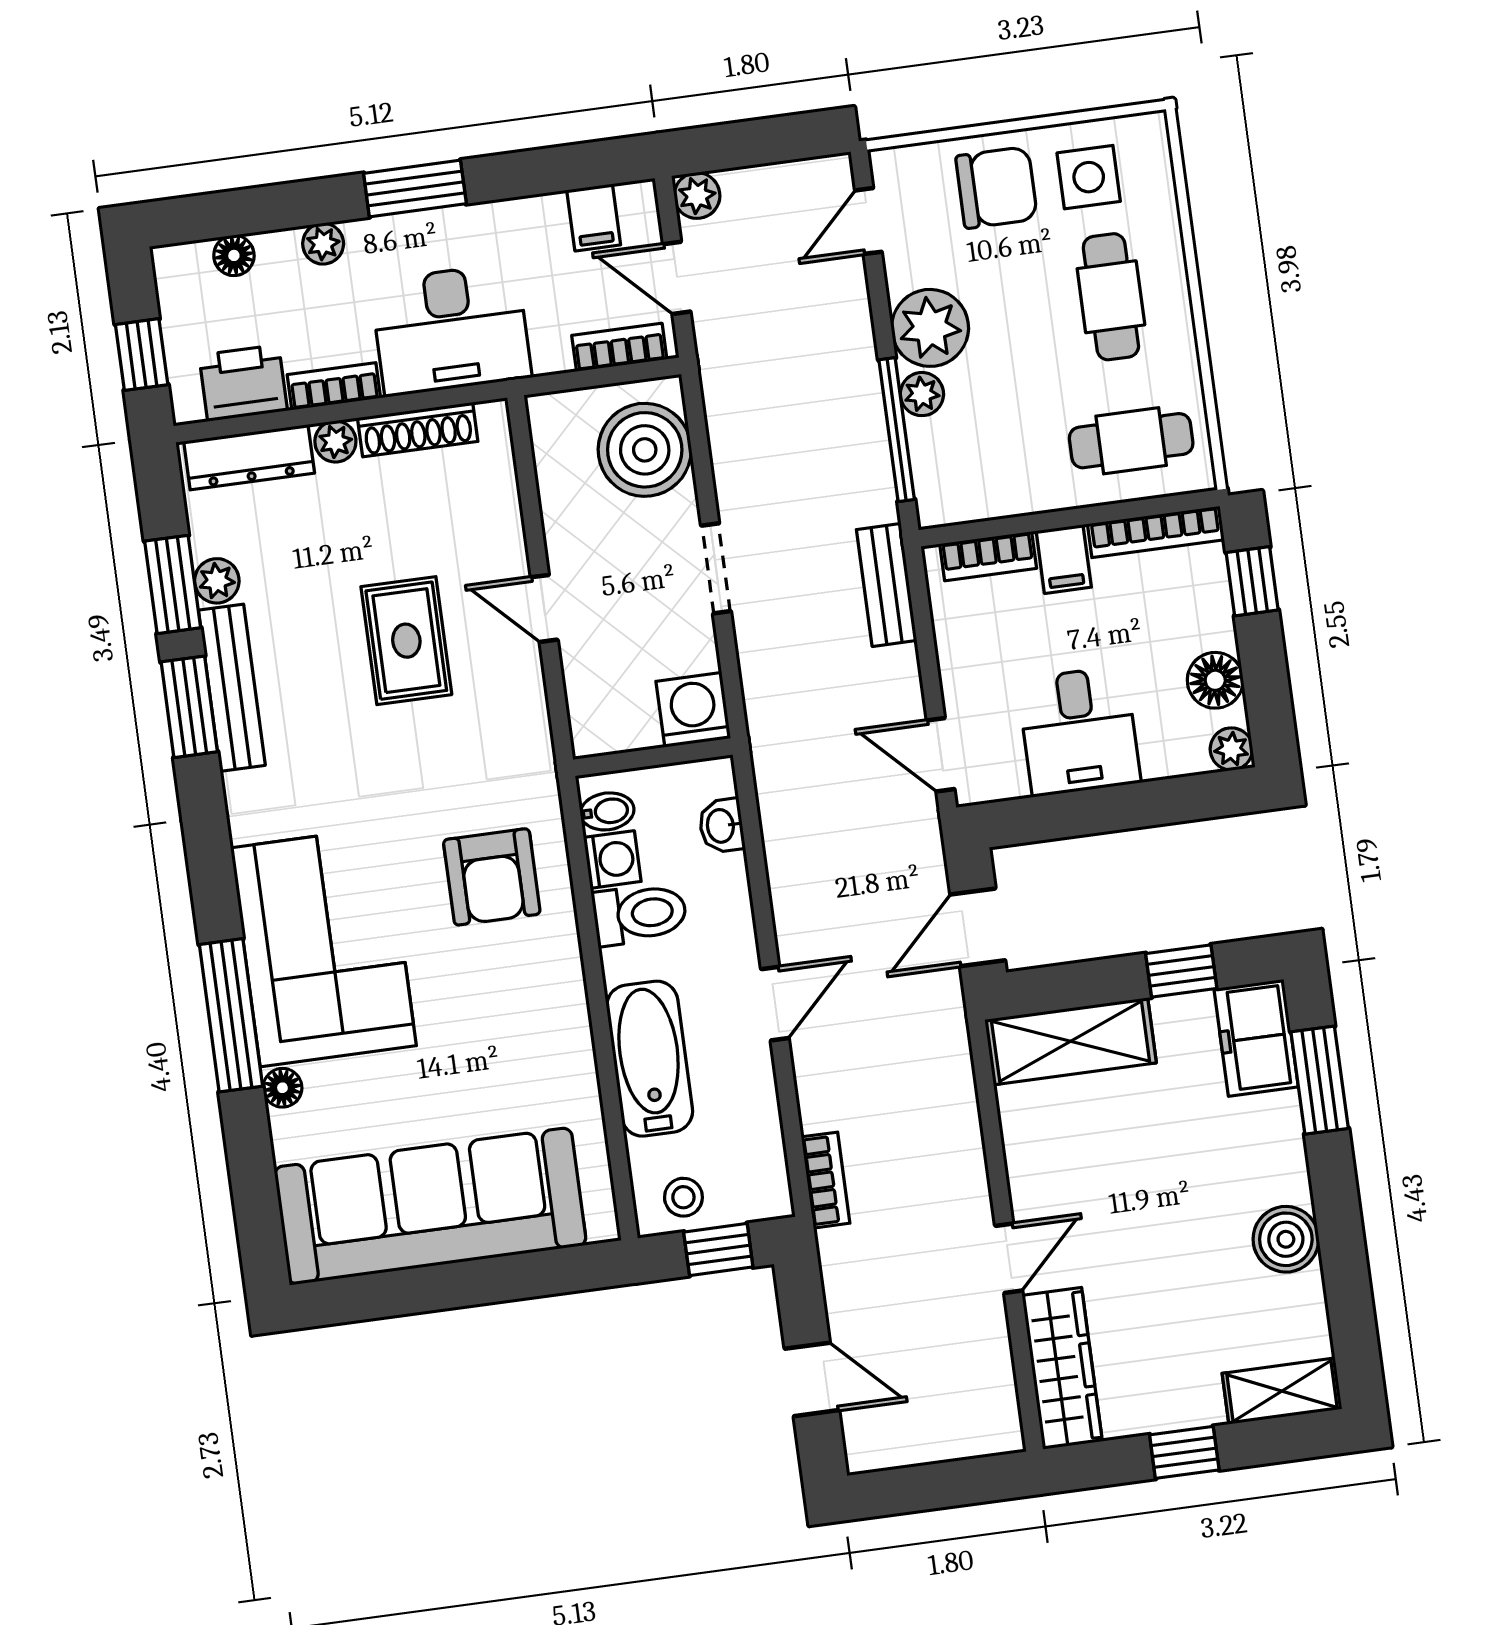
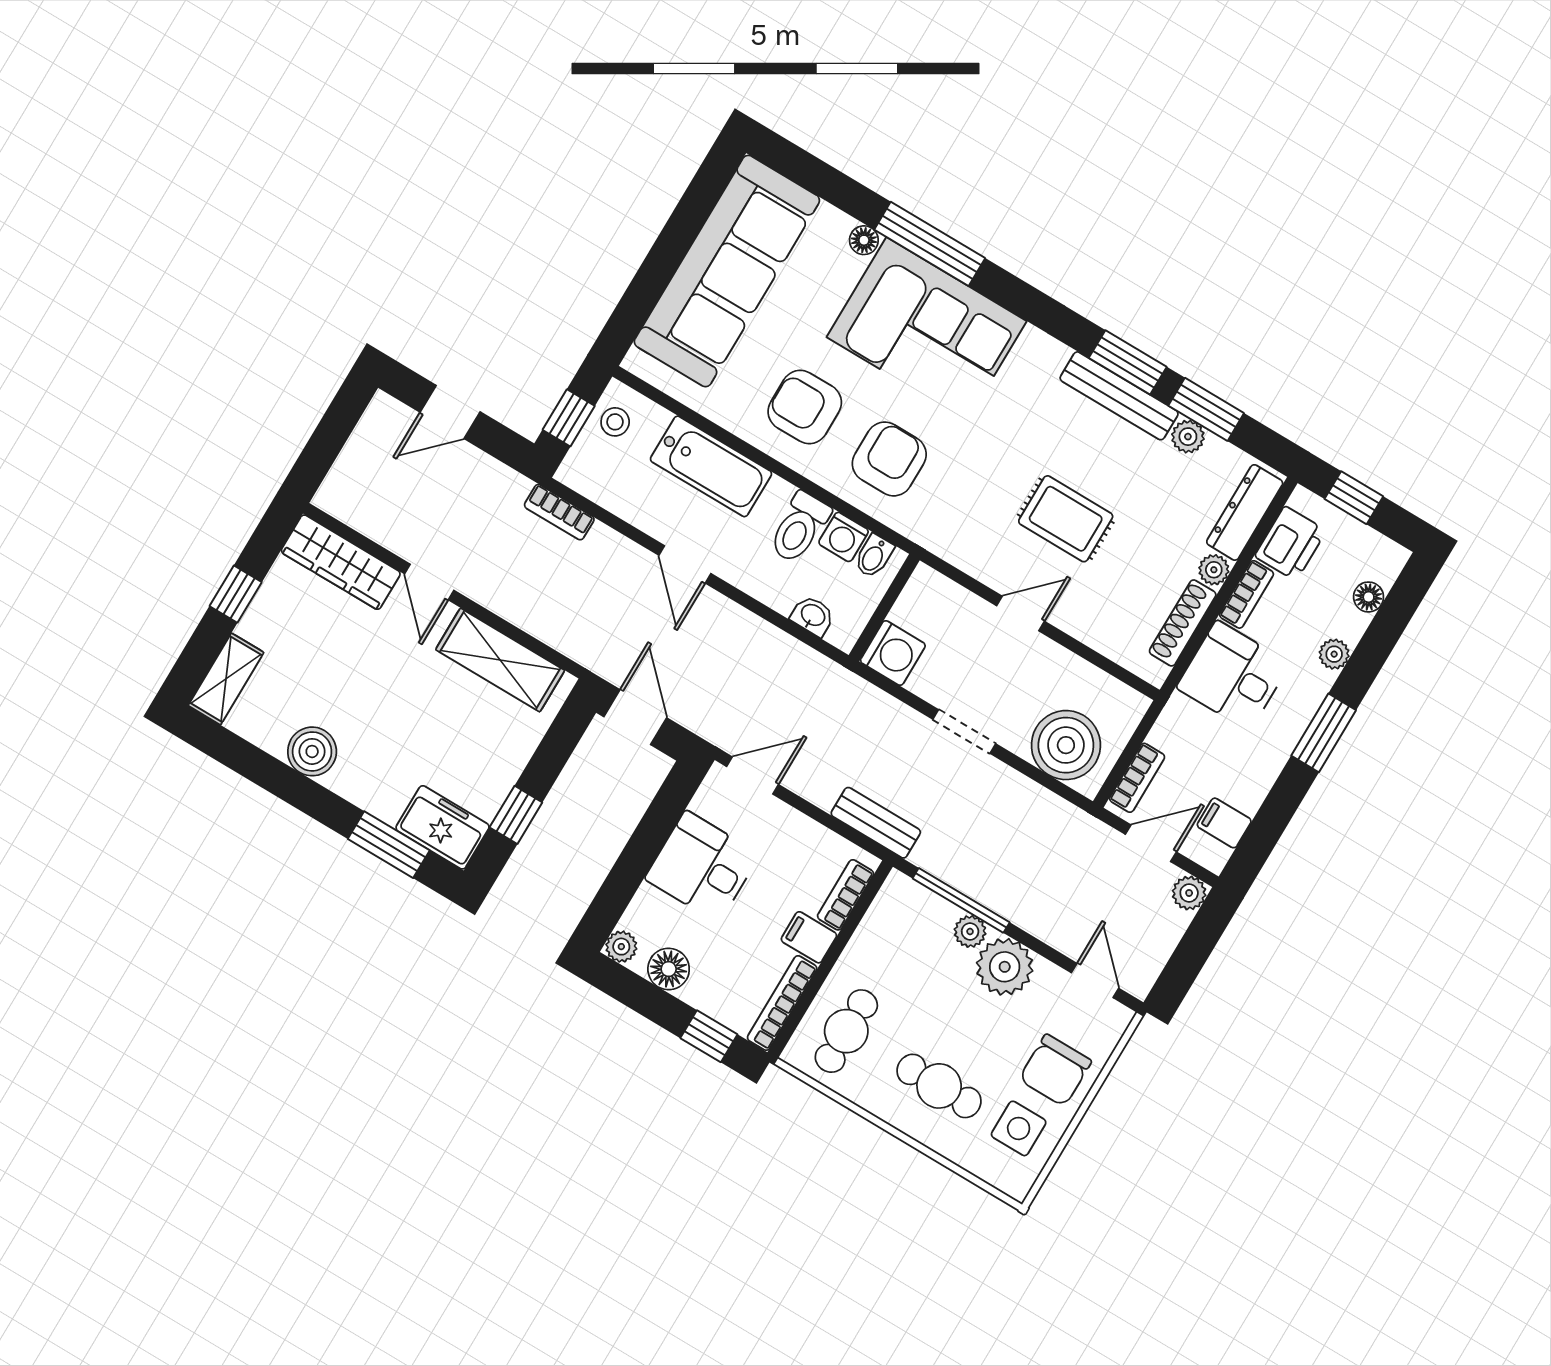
desk: (451, 330) -> (1233, 676), width x0.73
armchair: (492, 877) -> (889, 459), turned 90
armchair: (508, 1010) -> (805, 407), added
shelving: (1071, 1041) -> (500, 660), moved, turned 90

